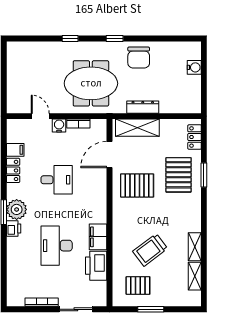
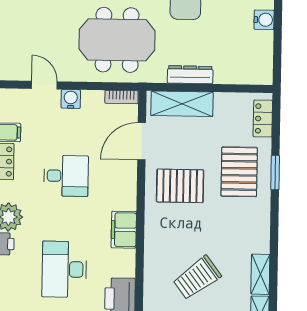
bookcase: (78, 124) -> (121, 97), moved
filing cabinet: (98, 237) -> (124, 230), moved

